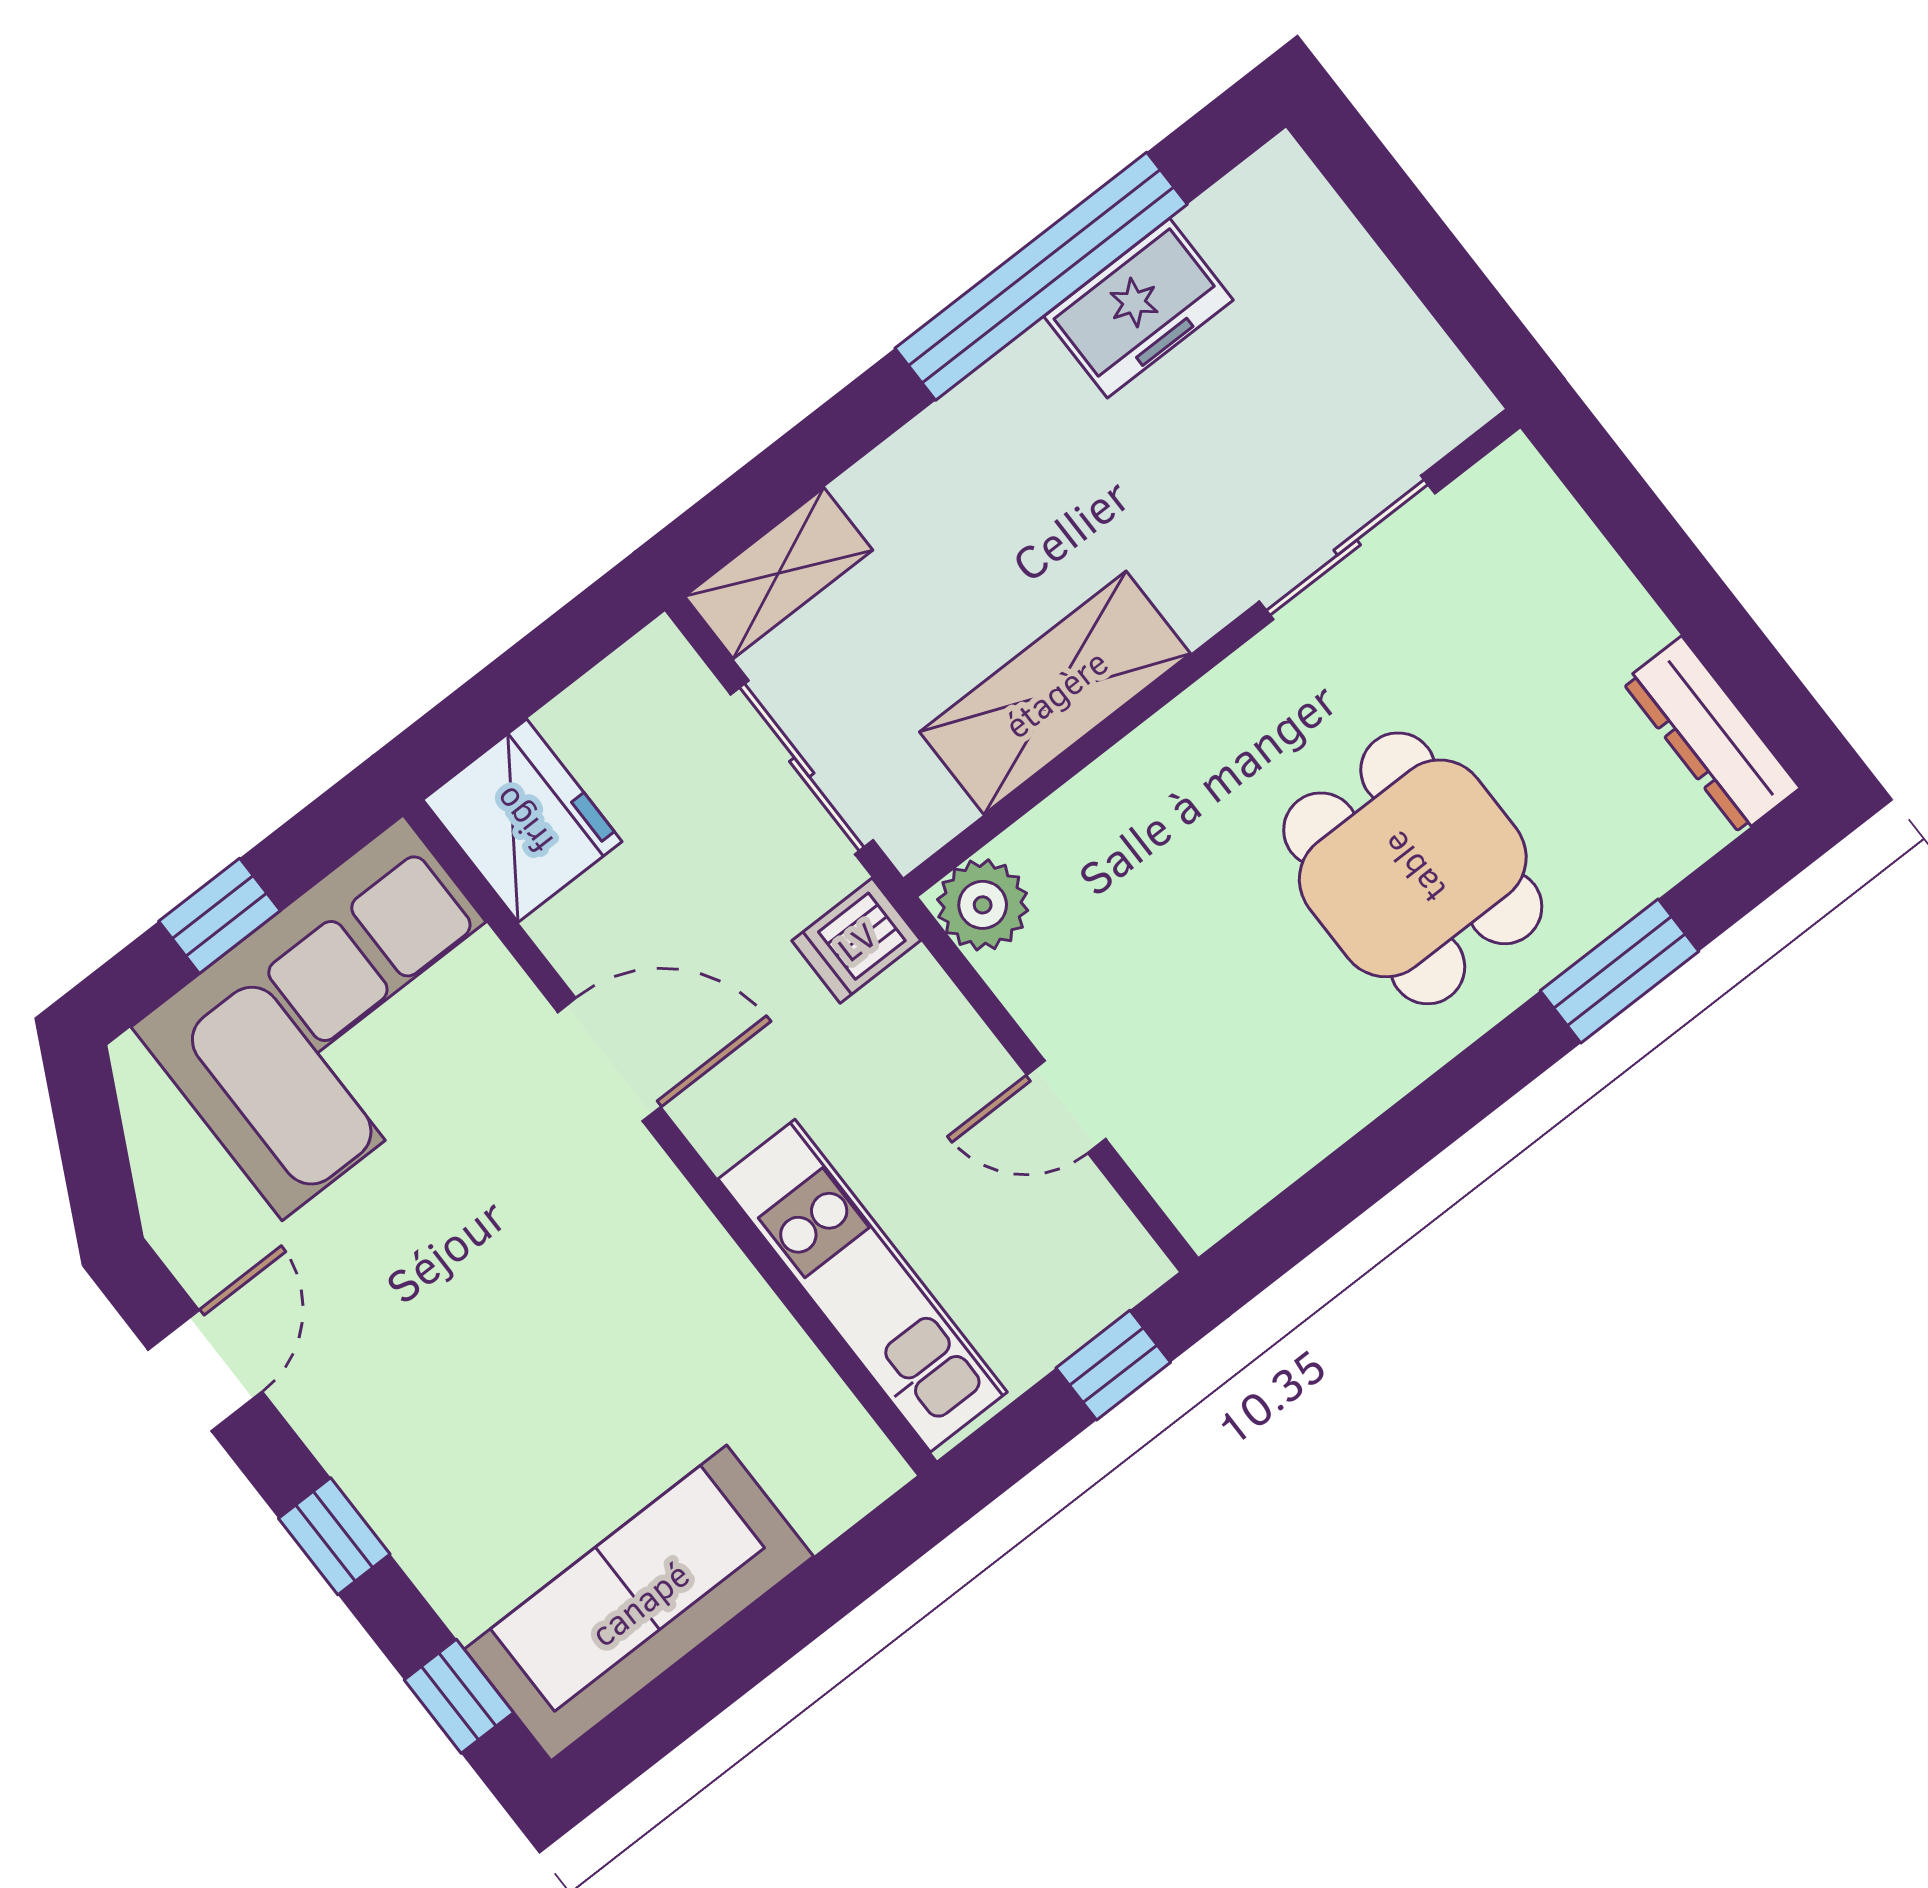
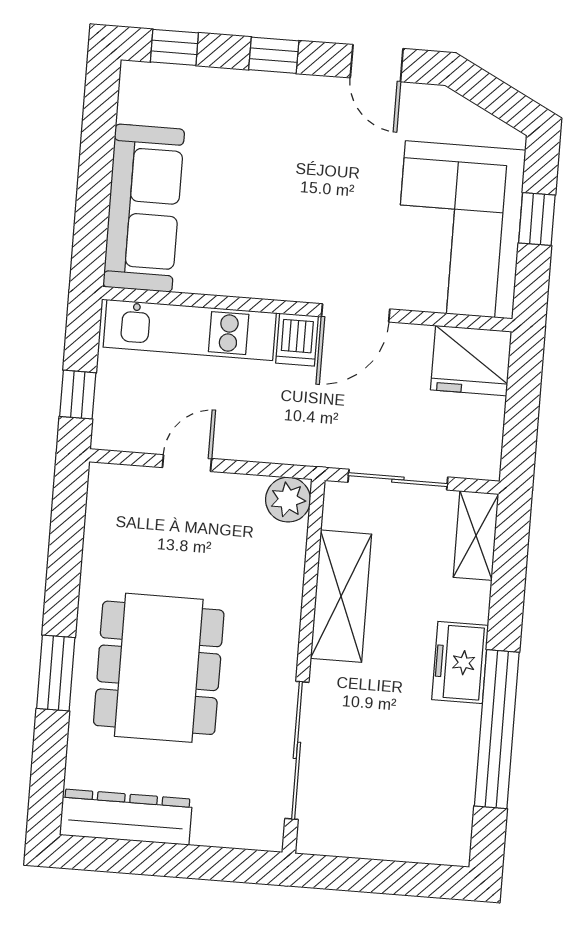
freezer: (1139, 308) -> (460, 662), moved
sliding door: (1347, 547) -> (297, 750), width x1.37
dresser: (1711, 735) -> (126, 817), width x1.37, depth x1.24
dining table: (1413, 868) -> (159, 668), width x1.37
dishwasher: (856, 941) -> (297, 340), moved, turned 180
window: (1620, 971) -> (56, 673), moved
sofa: (639, 1603) -> (144, 208), moved

